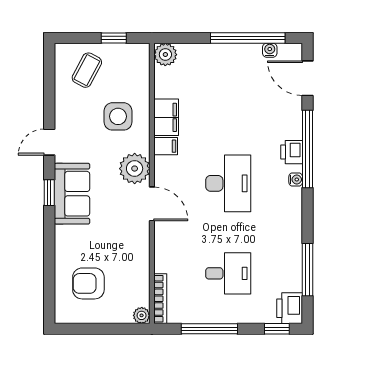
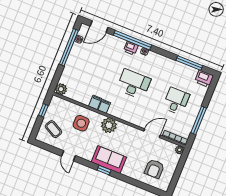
filing cabinet: (166, 117) -> (95, 102), width x0.50
door: (49, 142) -> (69, 156), moved
door: (152, 204) -> (152, 133), moved
window: (277, 329) -> (211, 89), removed

